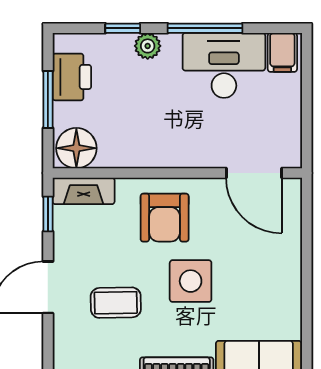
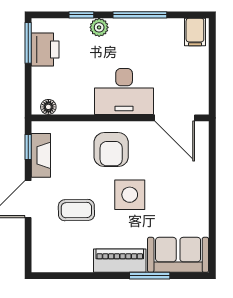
desk: (224, 65) -> (124, 91), moved, turned 180
window: (48, 99) -> (28, 43), moved
floor lamp: (76, 148) -> (48, 107), width x0.53, depth x0.53
fireplace: (84, 191) -> (41, 155), moved, turned -90

